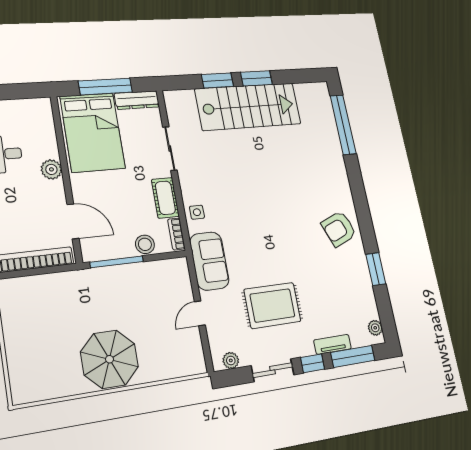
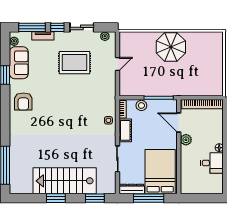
window: (217, 80) -> (95, 198), moved
plant: (51, 169) -> (186, 140), moved
armchair: (339, 229) -> (23, 102), turned 112
sofa: (209, 261) -> (19, 63), moved, turned 180

